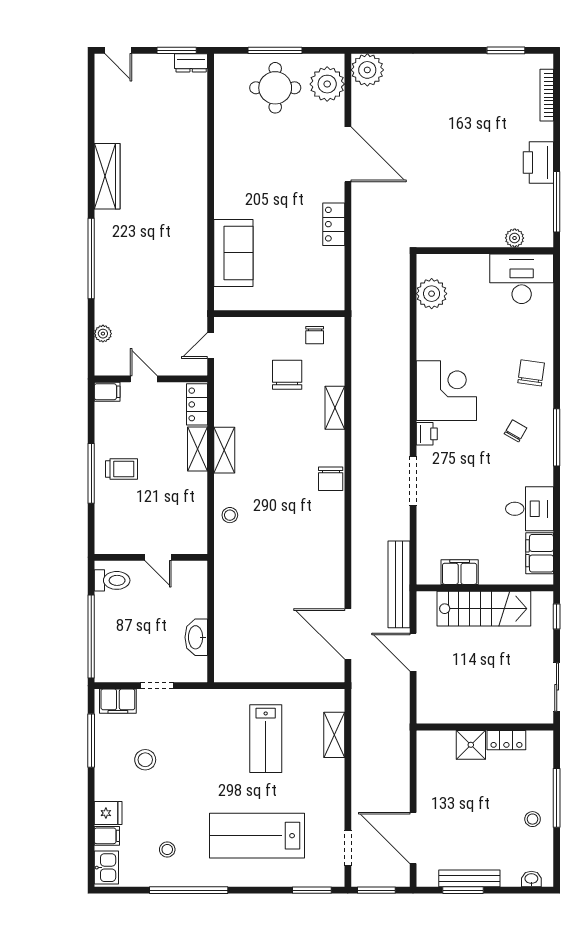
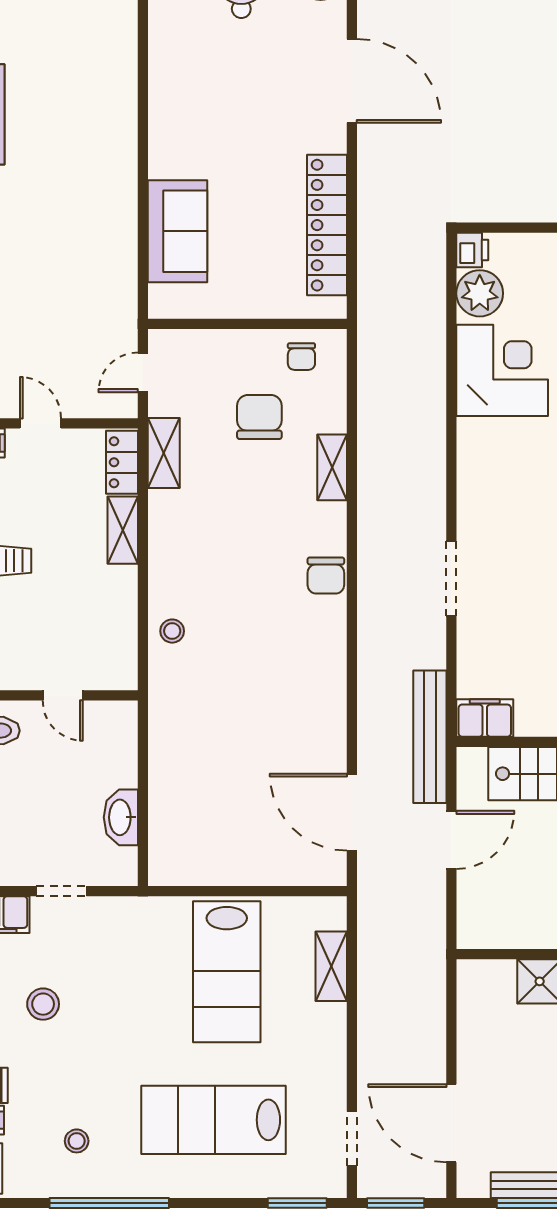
locker: (334, 224) -> (327, 225), width x2.16, depth x1.21
corner desk: (446, 391) -> (502, 370), moved
printer: (427, 434) -> (472, 250), moved
shelving: (224, 450) -> (164, 453), moved
filing cabinet: (460, 572) -> (485, 718), moved
door: (413, 652) -> (451, 840), swing flipped
lab bench: (266, 739) -> (227, 972), width x1.36, depth x1.39

